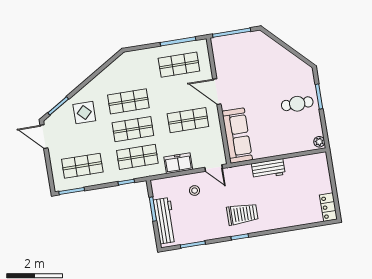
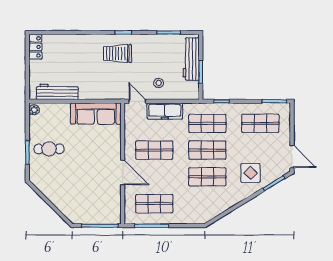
sofa: (237, 136) -> (96, 114), moved, turned -90
freezer: (178, 163) -> (165, 111), width x1.40
workbench: (268, 169) -> (57, 92), moved, width x1.38

